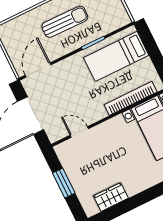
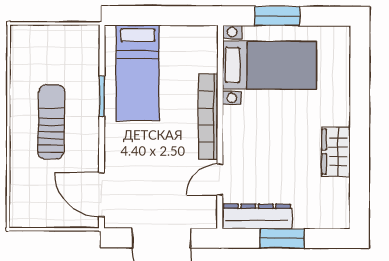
bookcase: (131, 98) -> (208, 117), moved
dresser: (69, 163) -> (257, 216), added
wardrobe: (111, 197) -> (336, 152), moved

